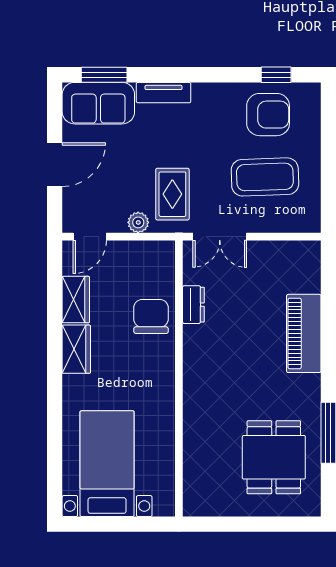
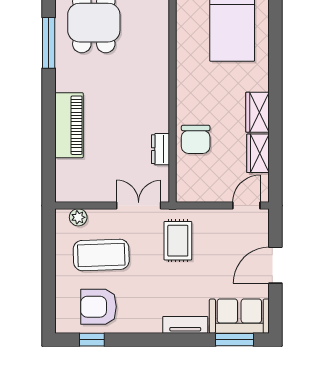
plant: (138, 222) -> (78, 217), moved

